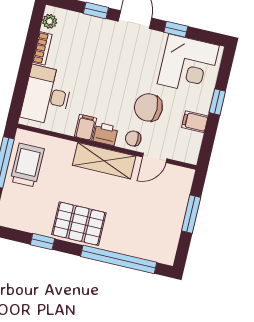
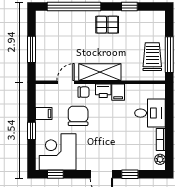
window: (176, 29) -> (55, 174), moved
desk: (47, 95) -> (150, 113), width x0.73
chair: (148, 107) -> (78, 116), turned -90
trolley: (27, 165) -> (152, 57), turned 180
pallet: (79, 224) -> (107, 25), width x0.67, depth x0.71

